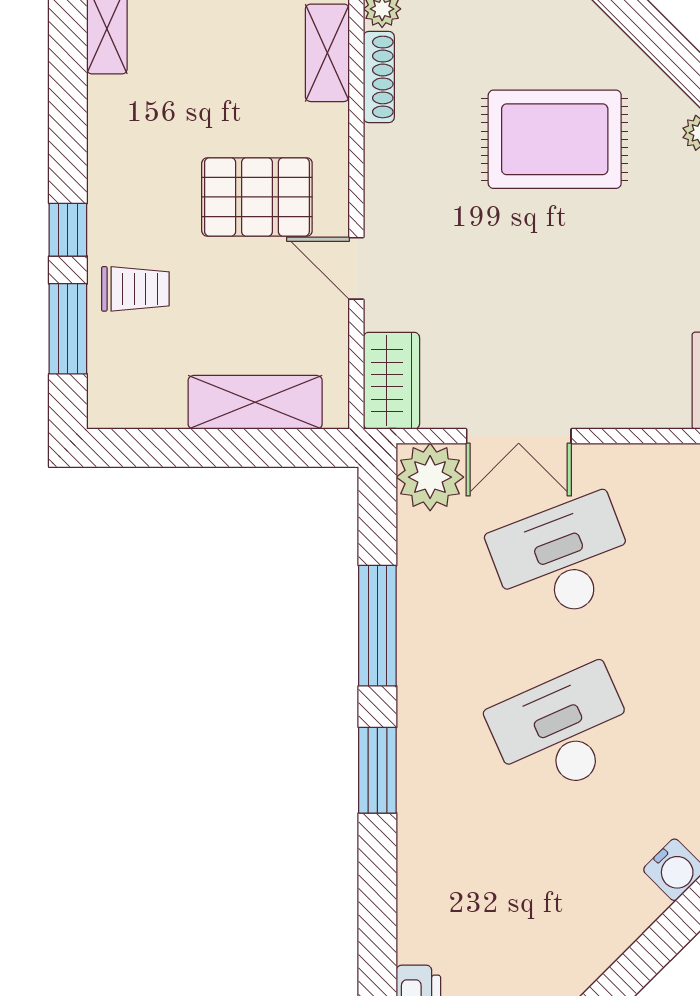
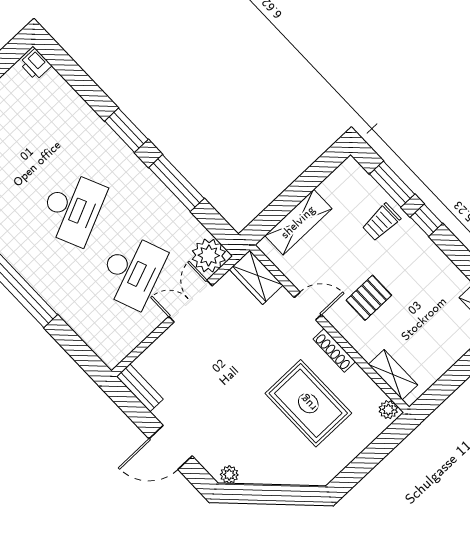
shoe rack: (379, 77) -> (334, 350), moved
rug: (555, 139) -> (308, 403), moved, turned 90
pallet: (257, 197) -> (369, 298), width x0.67, depth x0.71

